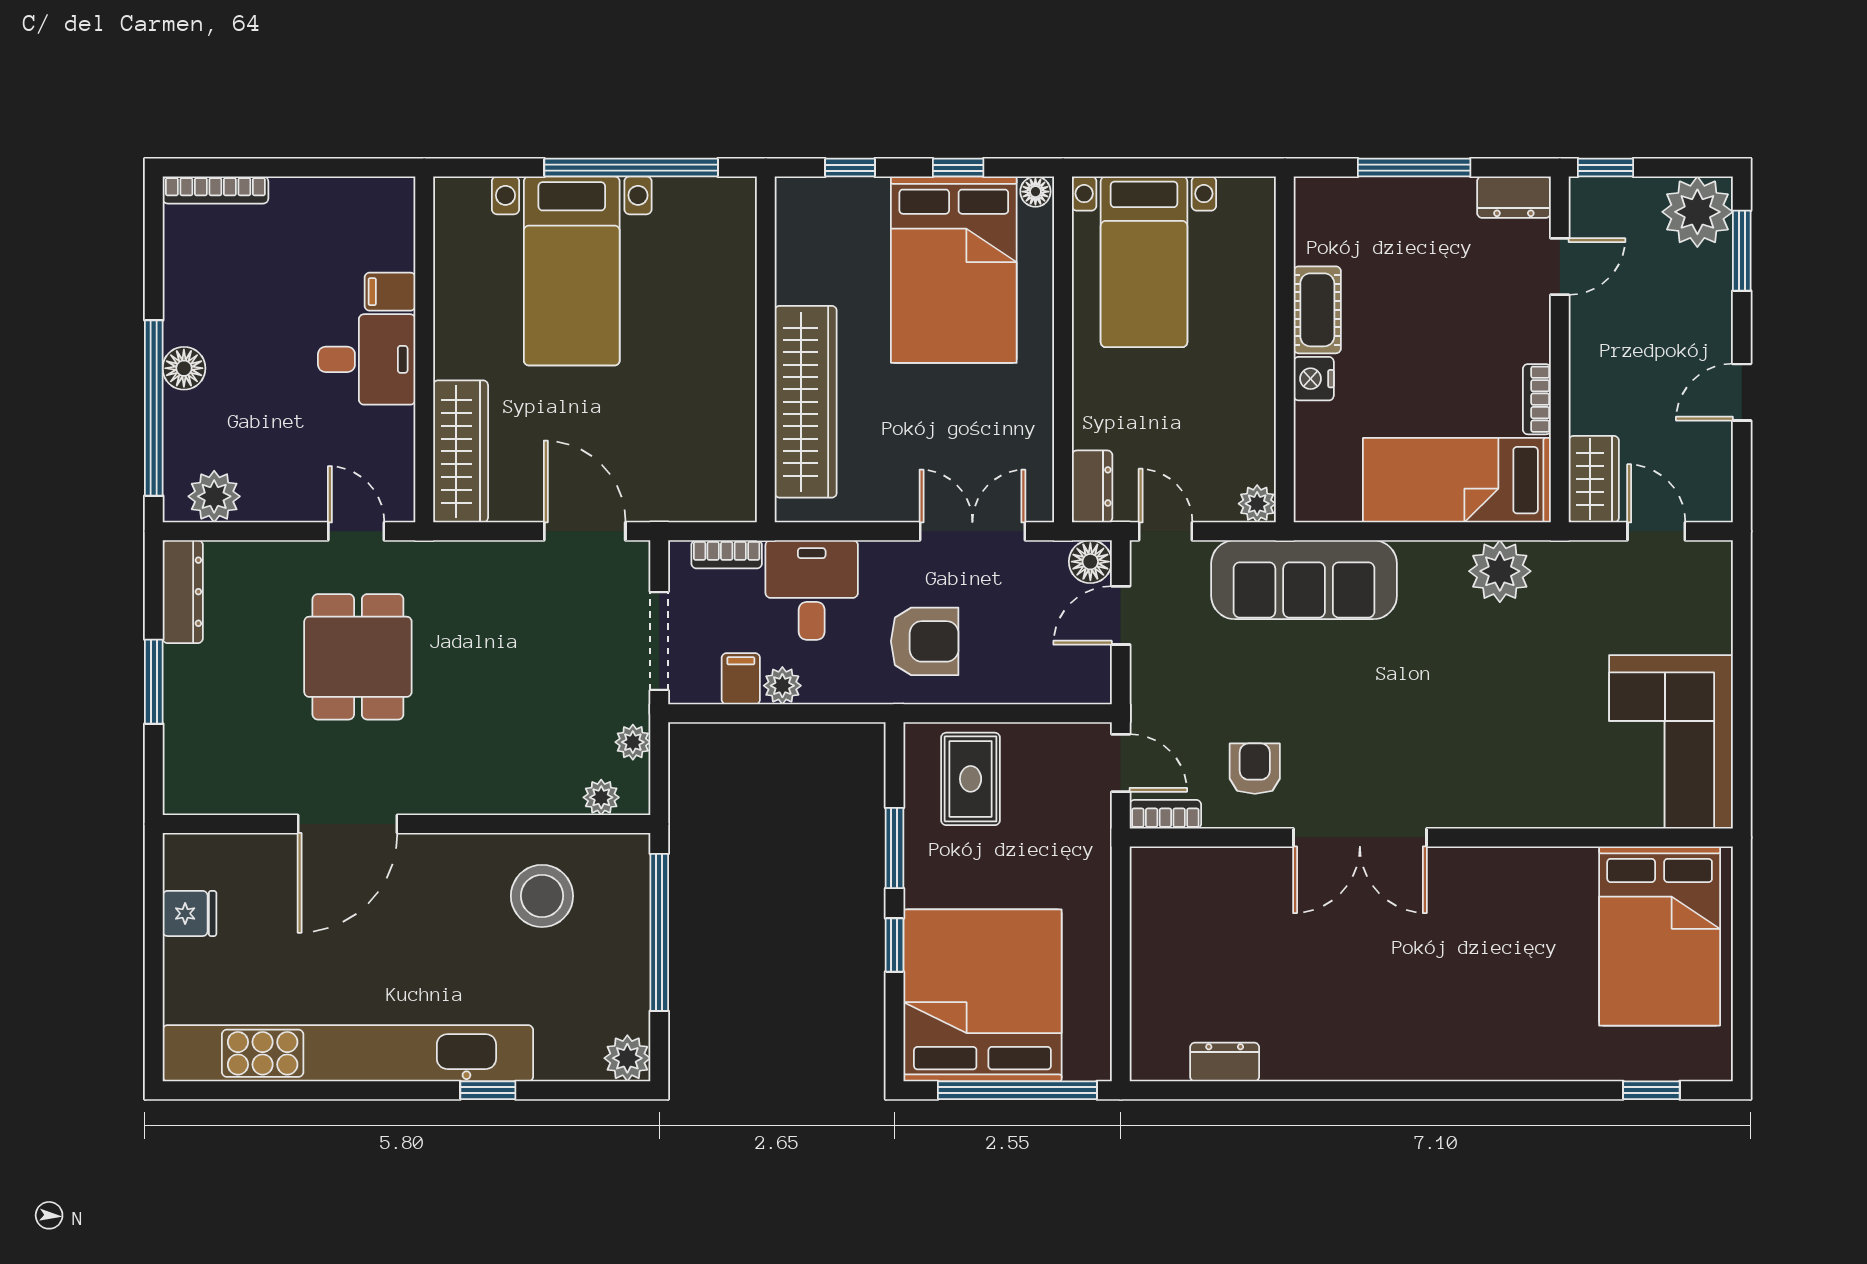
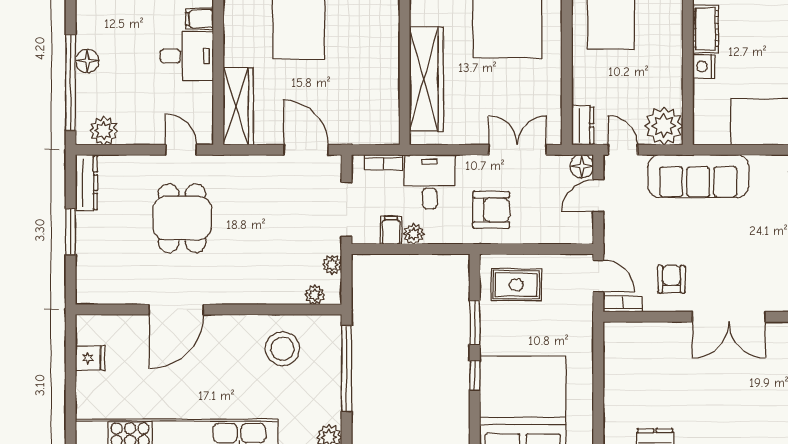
plant: (1257, 504) -> (664, 126), width x1.88, depth x1.88
rug: (971, 779) -> (516, 285), turned 90

